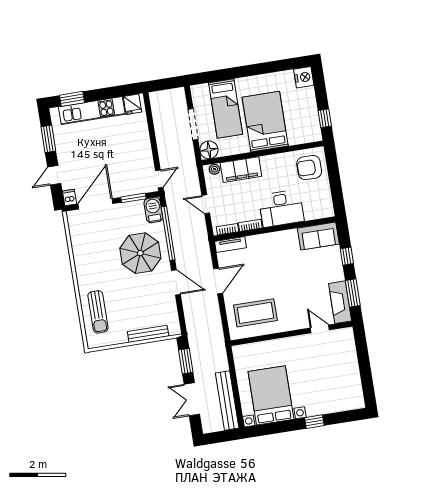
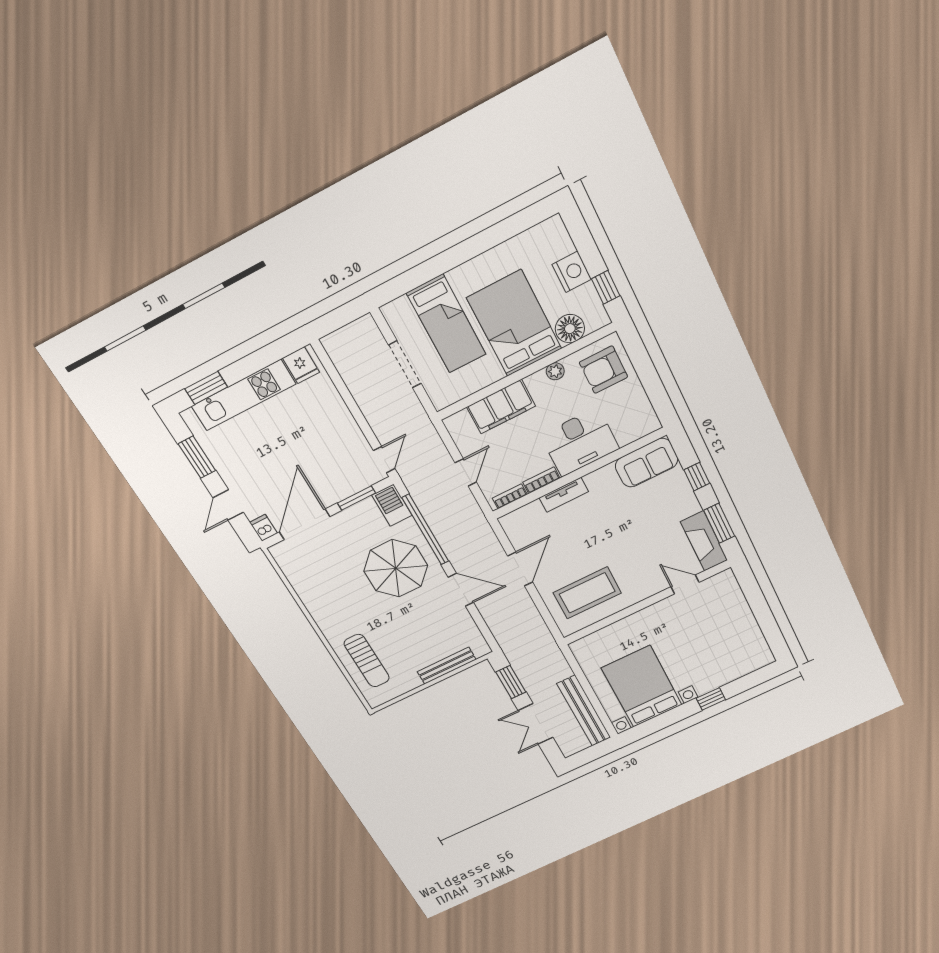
nightstand: (304, 77) -> (572, 272), moved
floor lamp: (209, 150) -> (570, 329), moved
plant: (214, 169) -> (555, 371), moved
door: (206, 204) -> (466, 472), swing flipped
tv unit: (230, 245) -> (564, 495), moved

